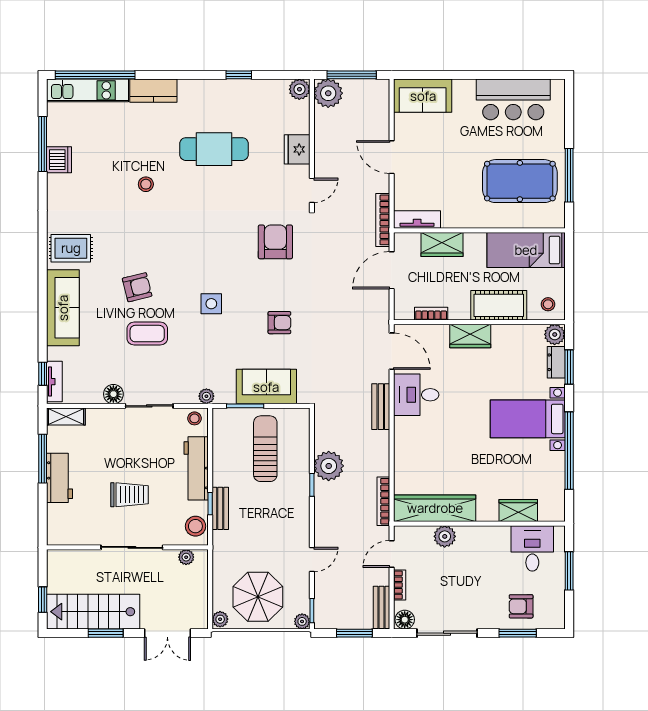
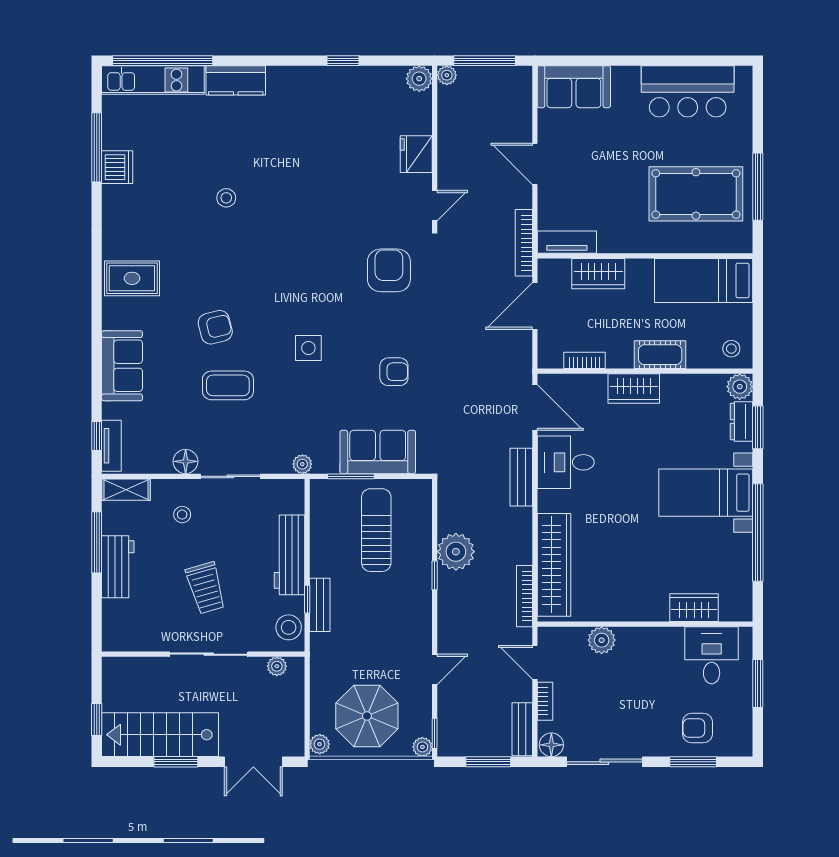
plant: (328, 93) -> (447, 75), width x0.53, depth x0.53
cafe table: (214, 149) -> (312, 154), removed
cot: (499, 305) -> (660, 355), width x0.73, depth x0.75
sofa: (63, 308) -> (122, 366), width x0.73
stool: (194, 418) -> (182, 515), moved
trolley: (130, 495) -> (206, 588), turned 74
wardrobe: (435, 508) -> (554, 565), moved, turned 90
door: (392, 554) -> (535, 662), hinge flipped

